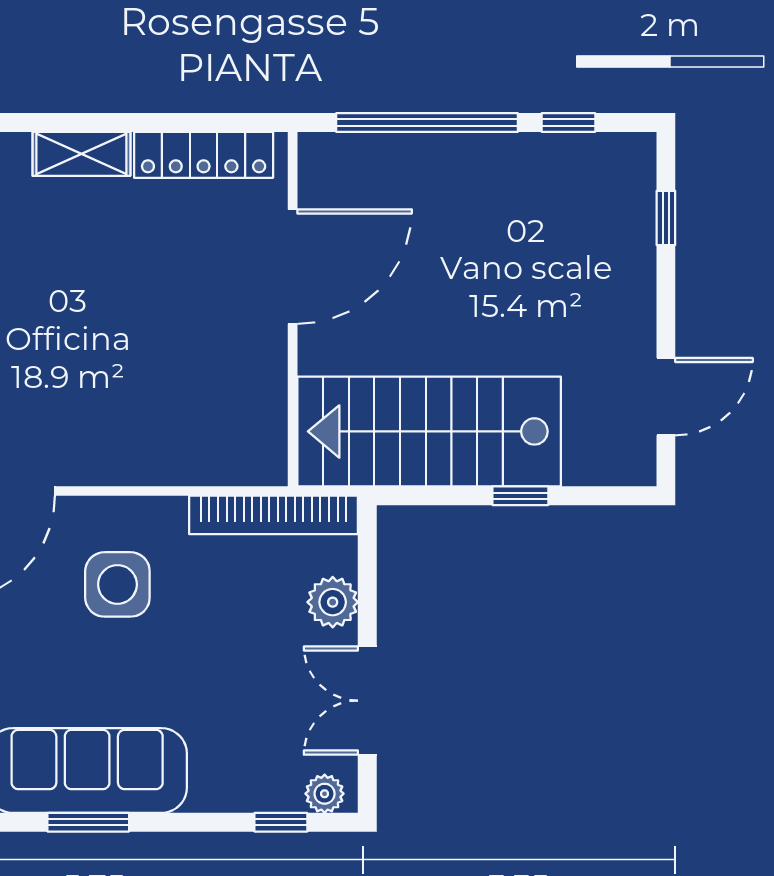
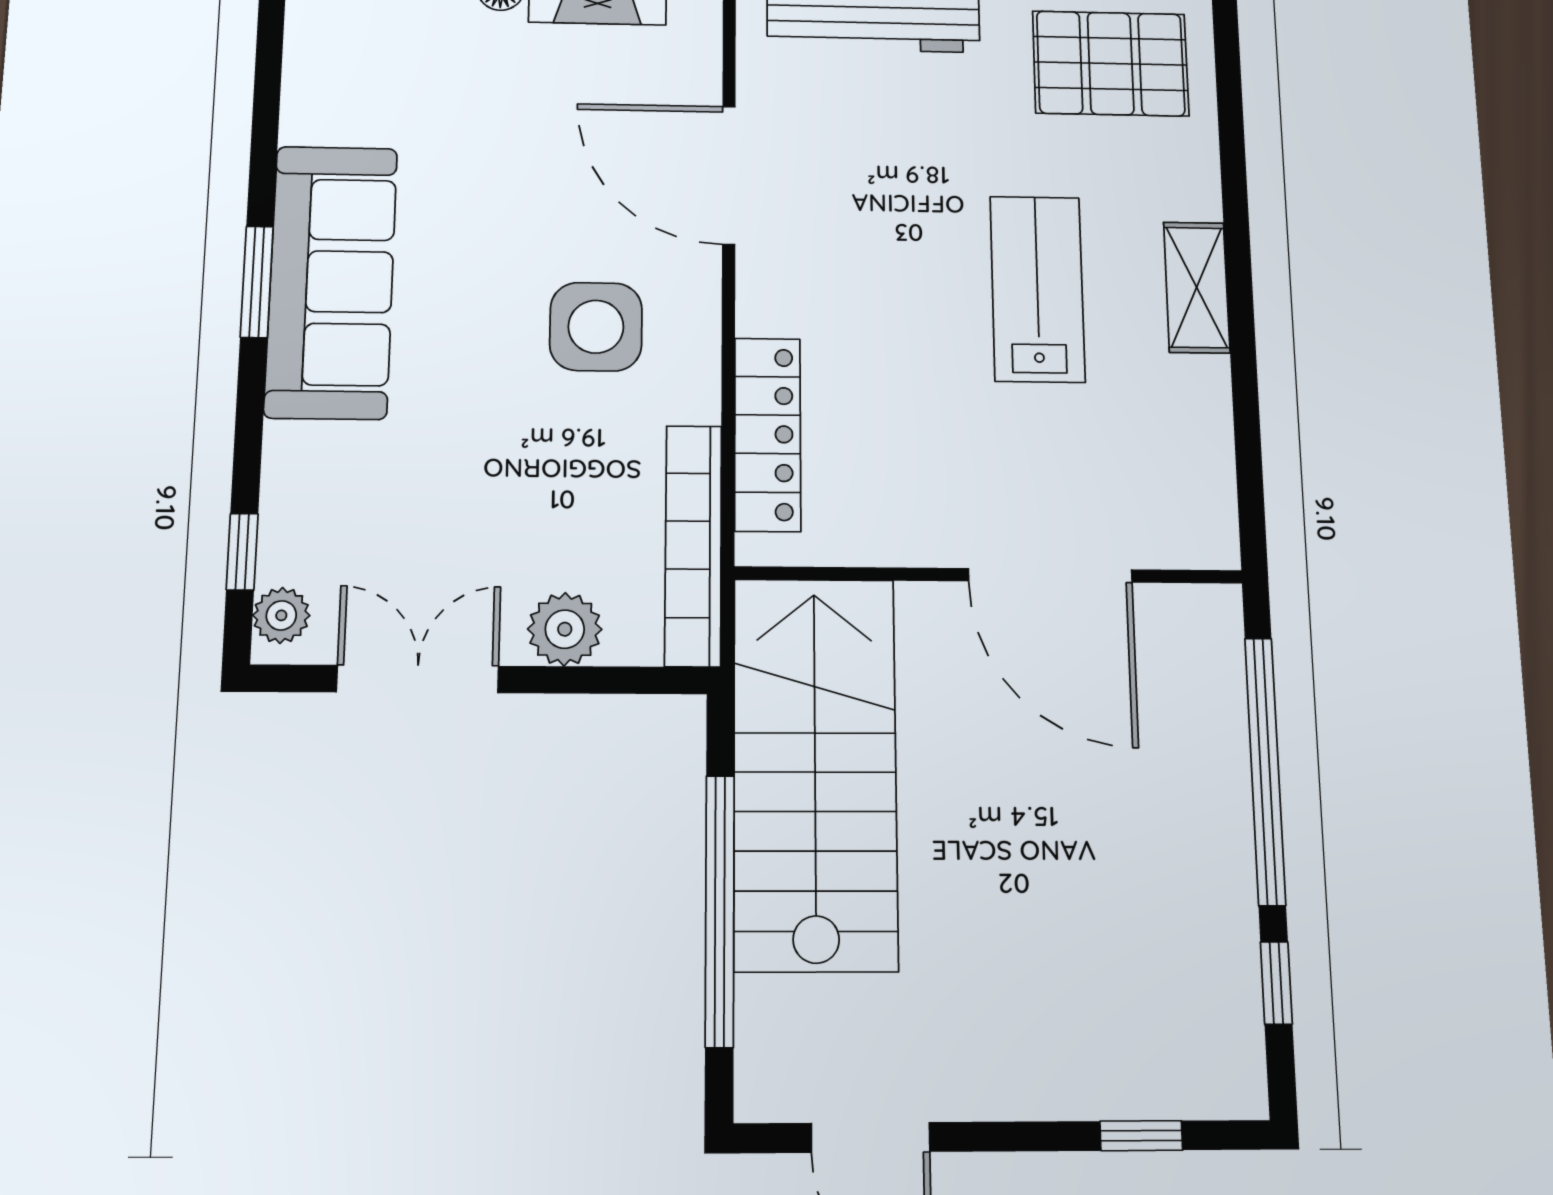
locker: (204, 155) -> (768, 434), moved, turned 180
lab bench: (84, 270) -> (1037, 289), added
window: (520, 496) -> (720, 910), width x3.17

